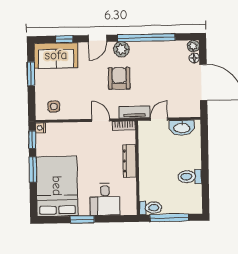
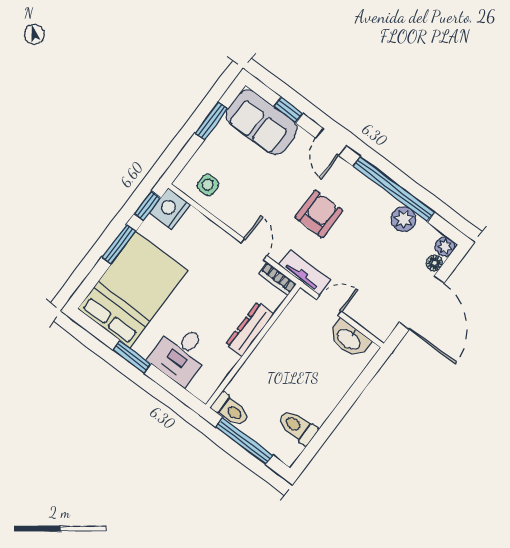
door: (97, 38) -> (331, 142), hinge flipped
plant: (121, 49) -> (404, 219), moved
nightstand: (41, 128) -> (170, 209), width x1.89, depth x1.79
toilet: (190, 177) -> (297, 427), moved

